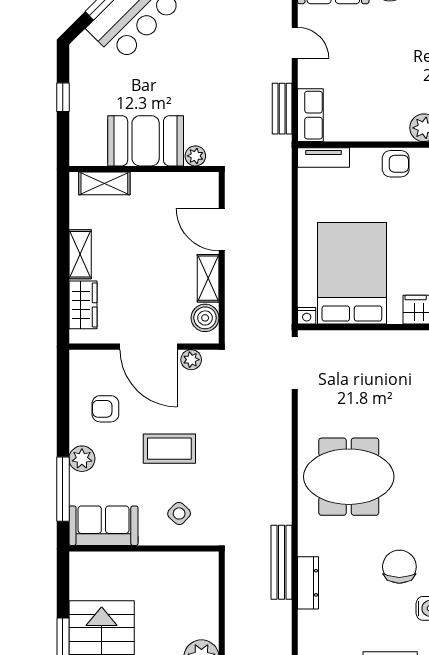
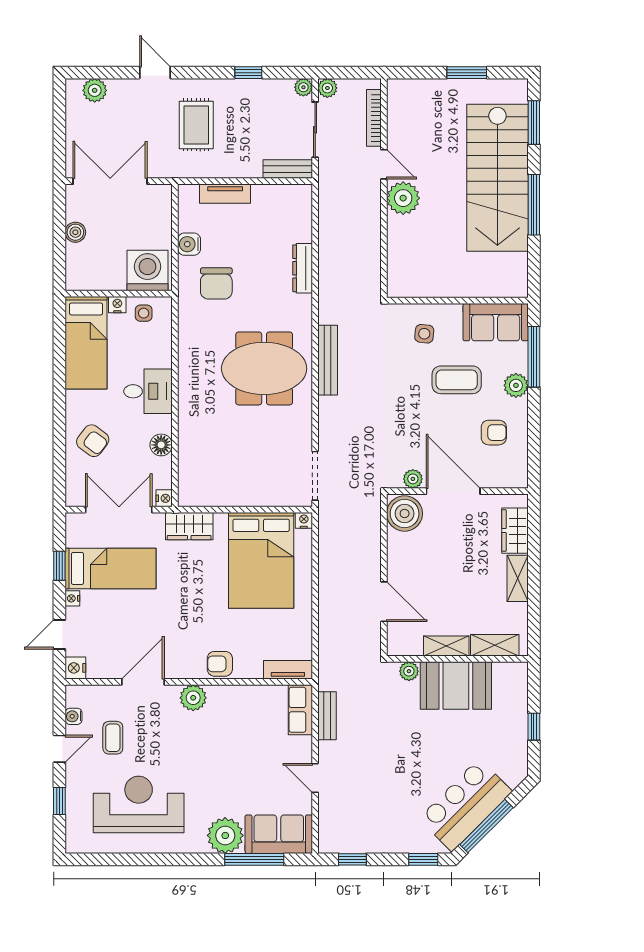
shelving: (208, 278) -> (446, 646), moved, turned 90
boiler: (205, 318) -> (405, 514), width x1.37, depth x1.37
coffee table: (169, 449) -> (457, 380), moved
side table: (179, 513) -> (424, 334), turned -37
bench: (281, 562) -> (328, 360), moved

